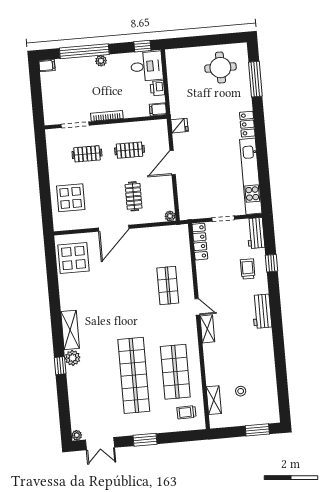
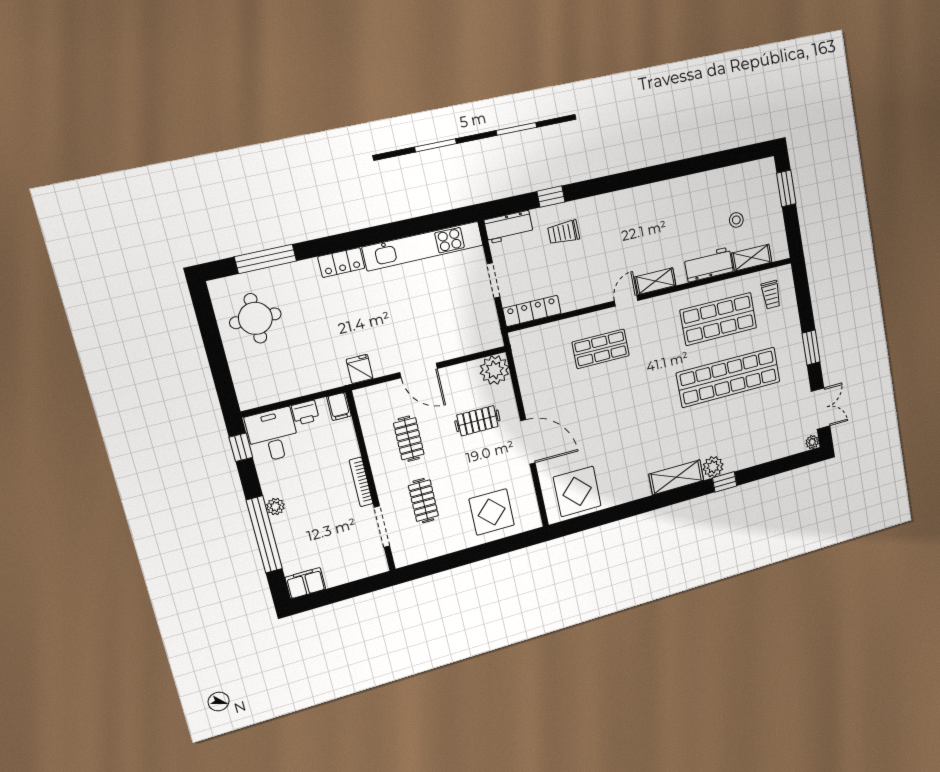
filing cabinet: (47, 66) -> (305, 583), width x2.00
plant: (170, 216) -> (495, 370), width x1.88, depth x1.88
workbench: (262, 311) -> (709, 265), moved, turned 180

